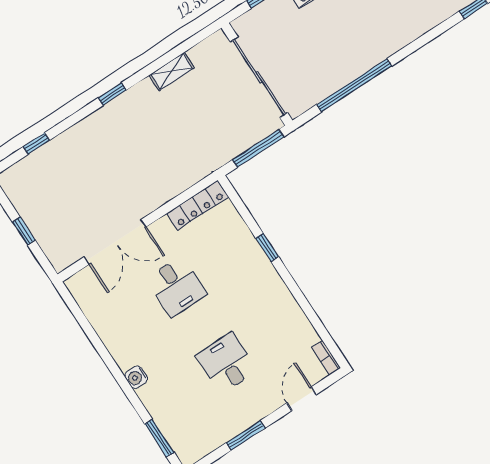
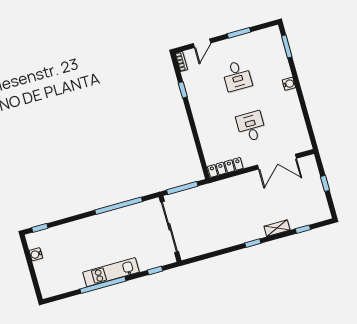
shelving: (172, 71) -> (277, 228), moved
double door: (115, 242) -> (277, 162), swing flipped
window: (267, 247) -> (183, 90), moved

